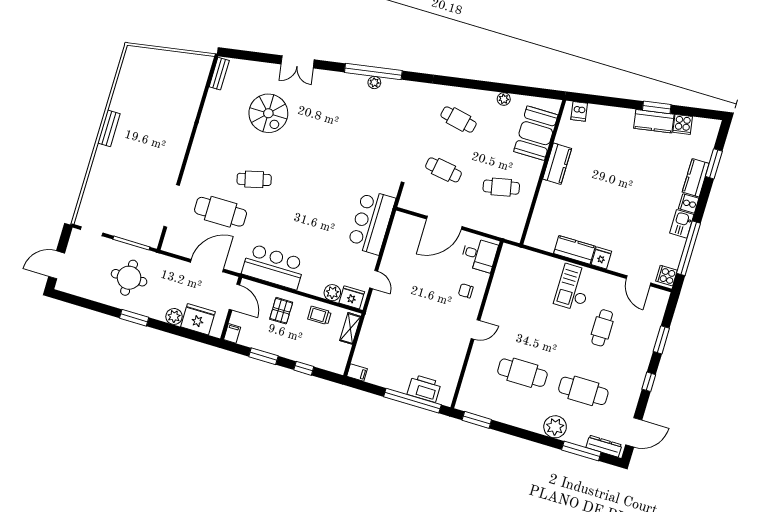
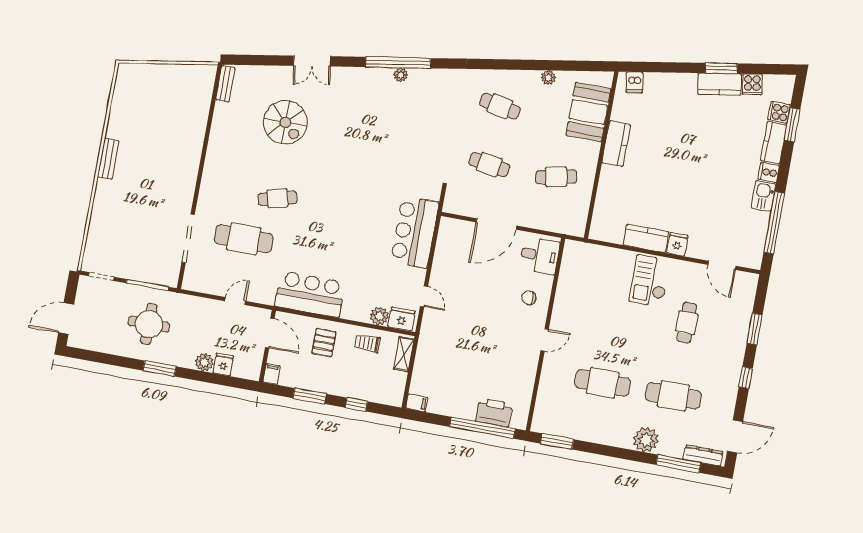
door: (207, 266) -> (235, 301), width x0.53
cooker: (666, 276) -> (779, 112), moved
fridge: (198, 319) -> (223, 364), width x0.53, depth x0.75

